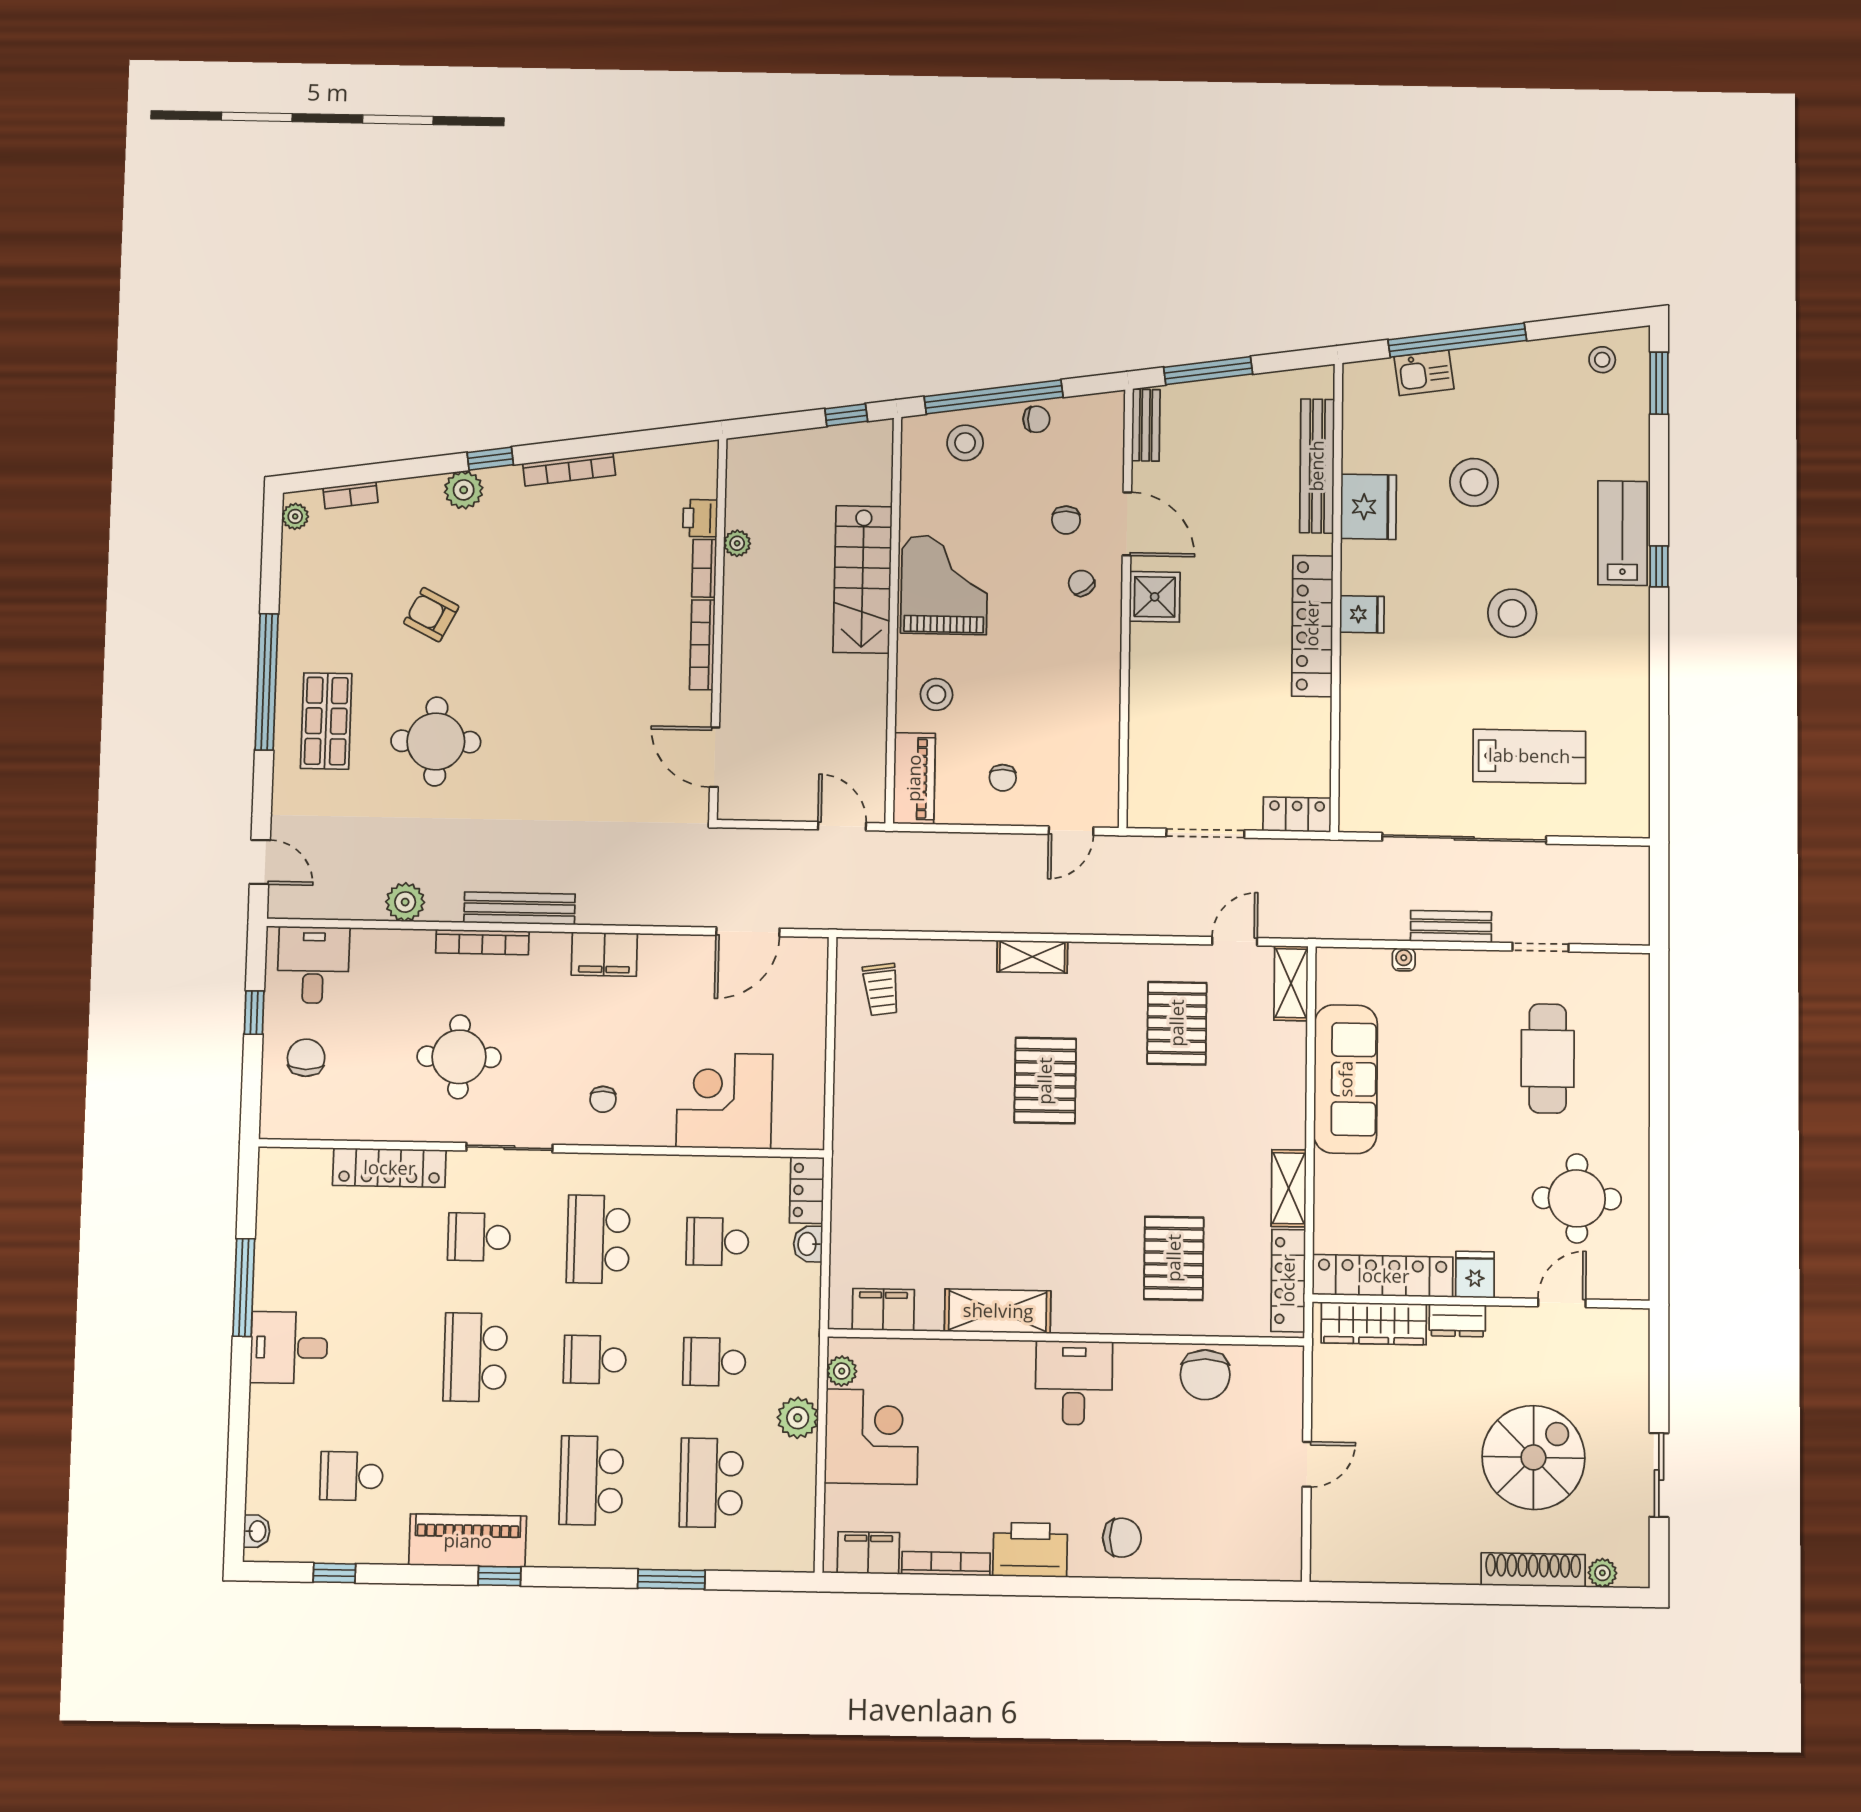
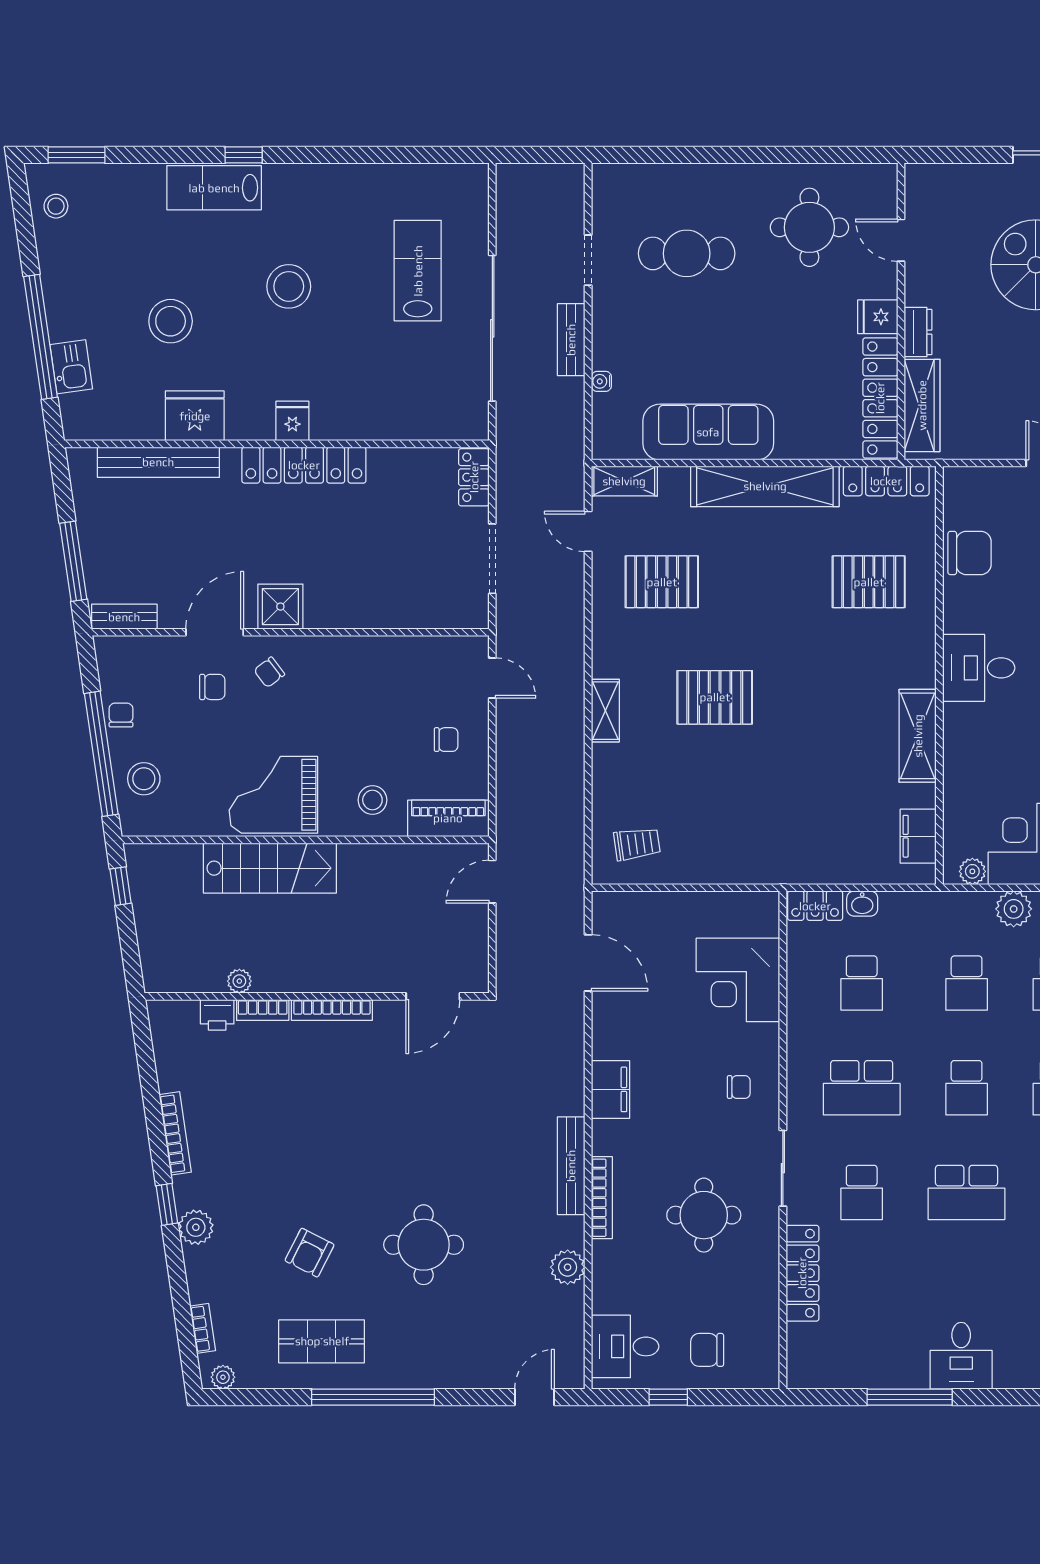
shop shelf: (326, 721) -> (322, 1341), moved
shelving: (1289, 1188) -> (765, 486), width x2.20, depth x1.33

